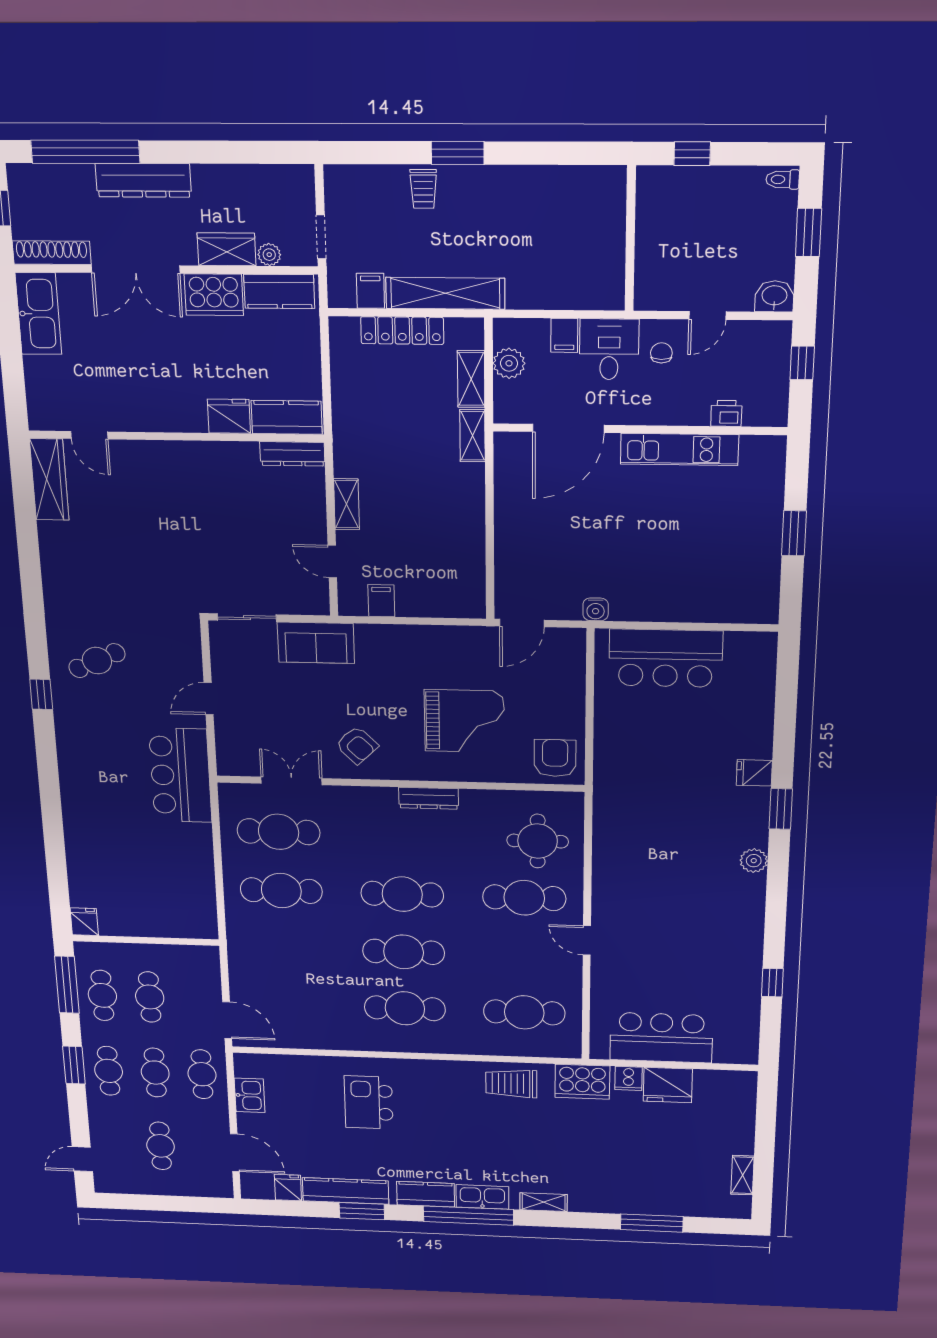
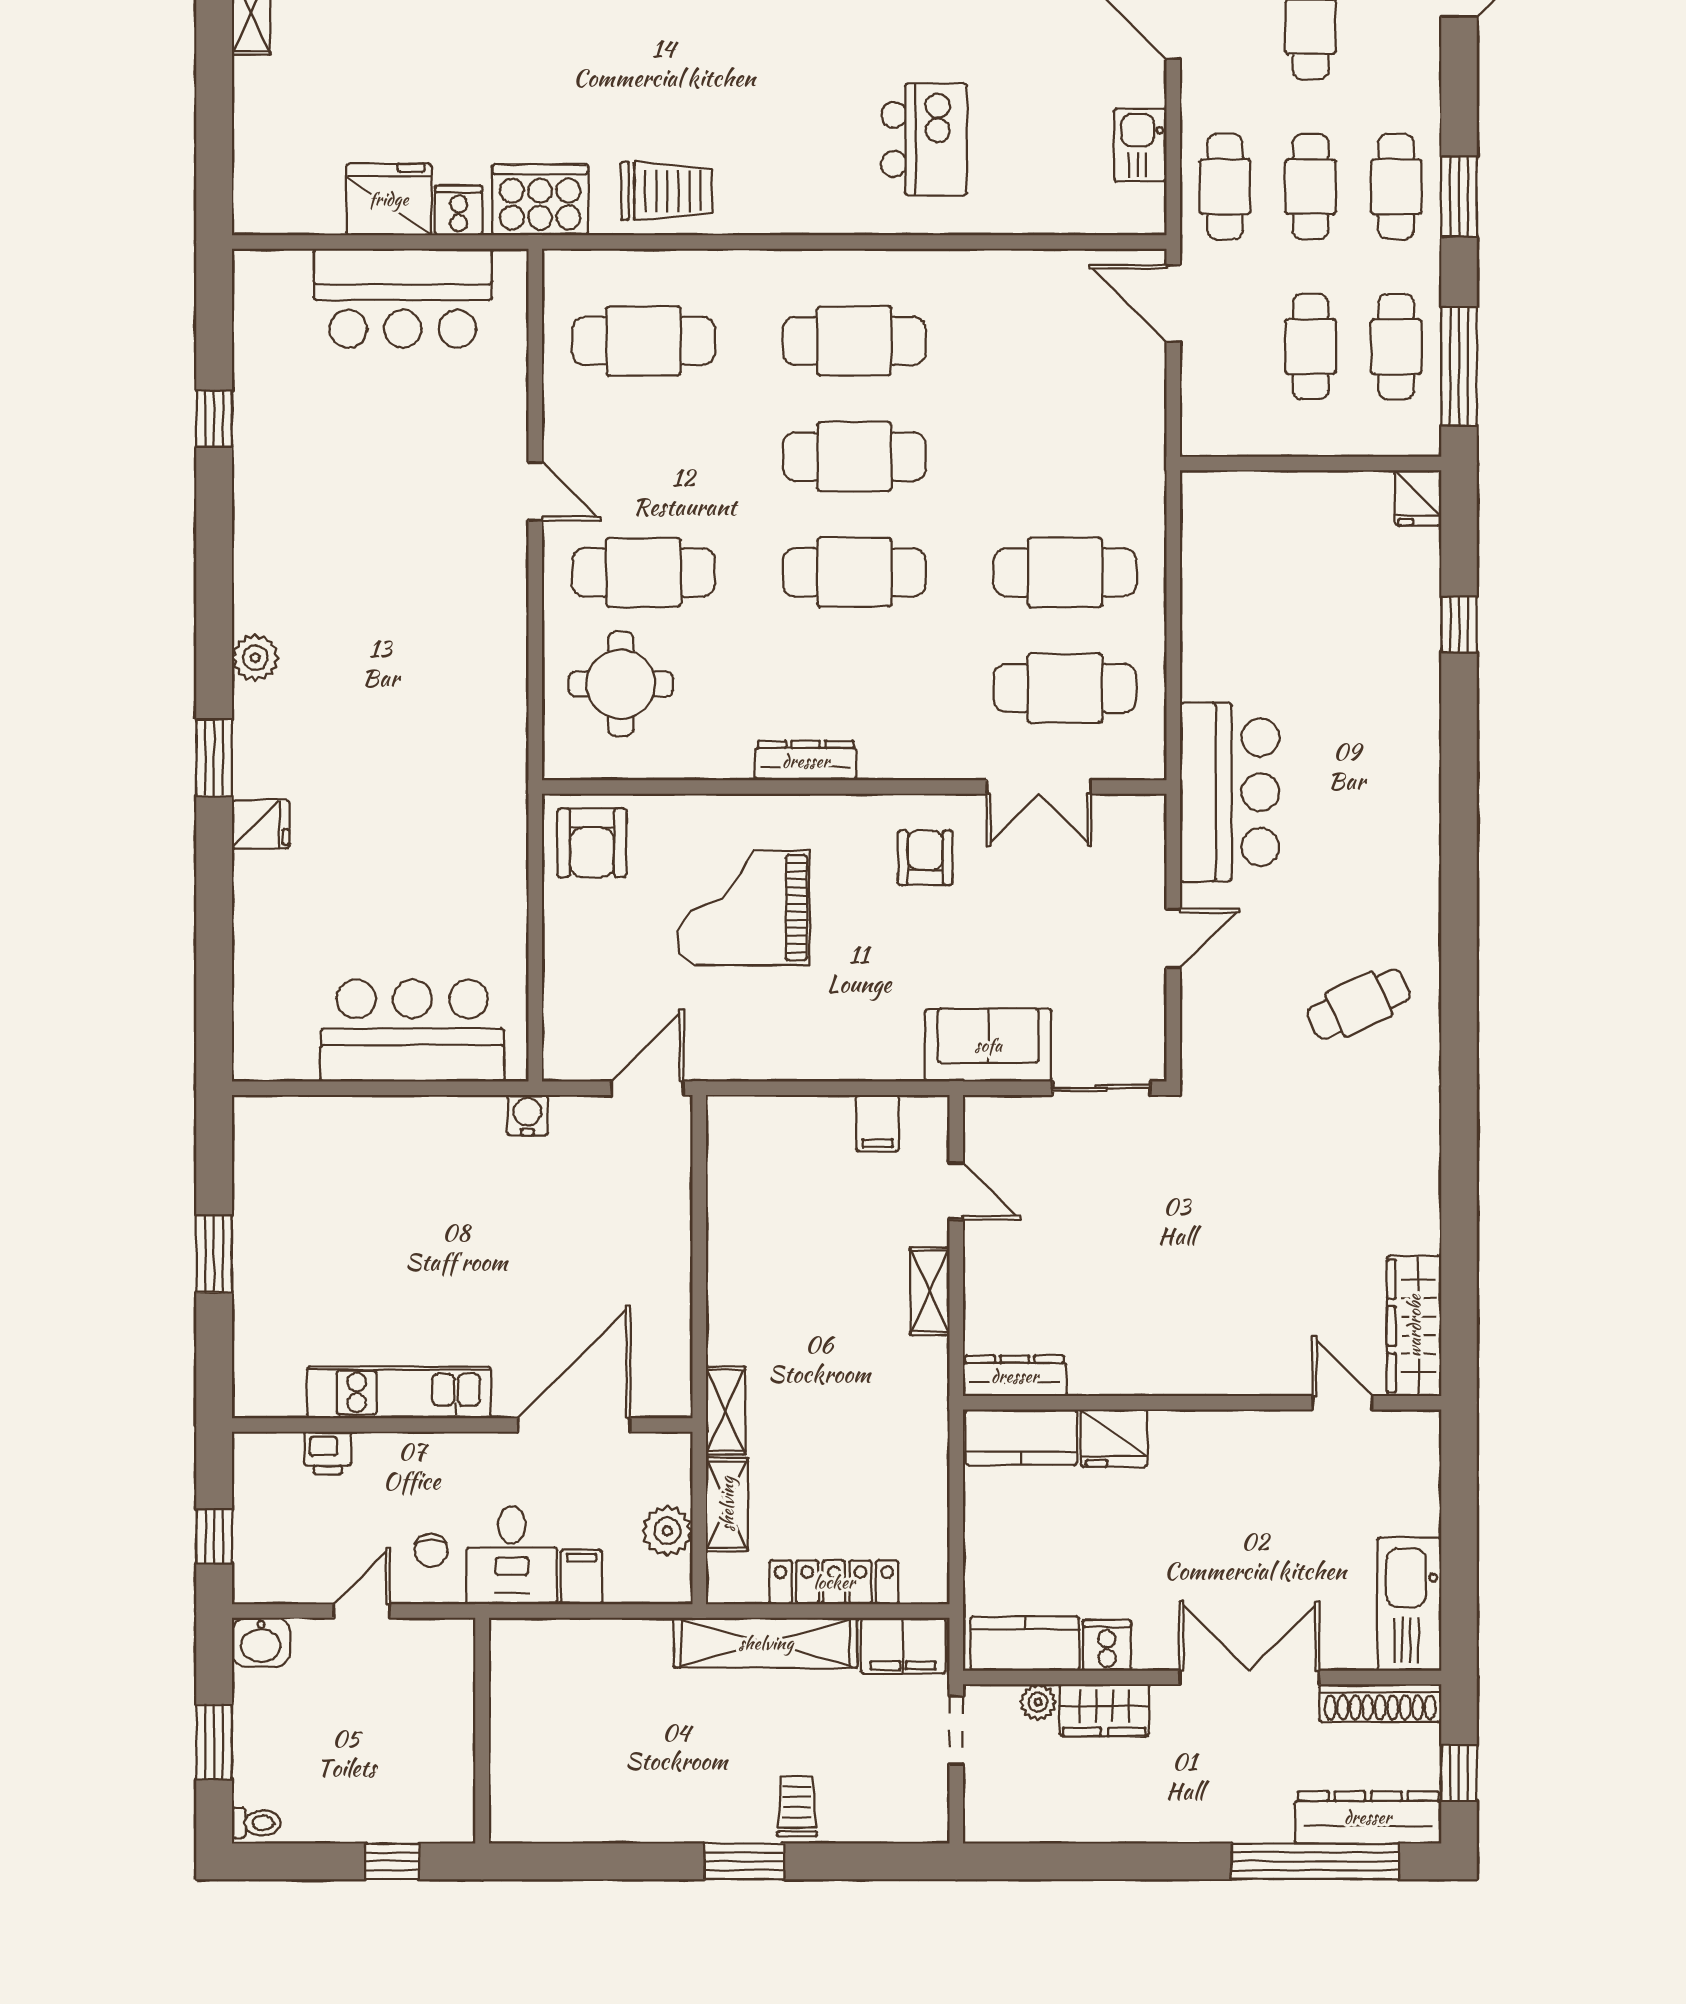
dresser: (143, 180) -> (1368, 1817), moved
filing cabinet: (370, 291) -> (903, 1646), width x2.00
cooker: (214, 295) -> (1107, 1645), width x0.53, depth x0.76
window: (41, 694) -> (1459, 624), moved
armchair: (357, 745) -> (925, 858), turned 45

